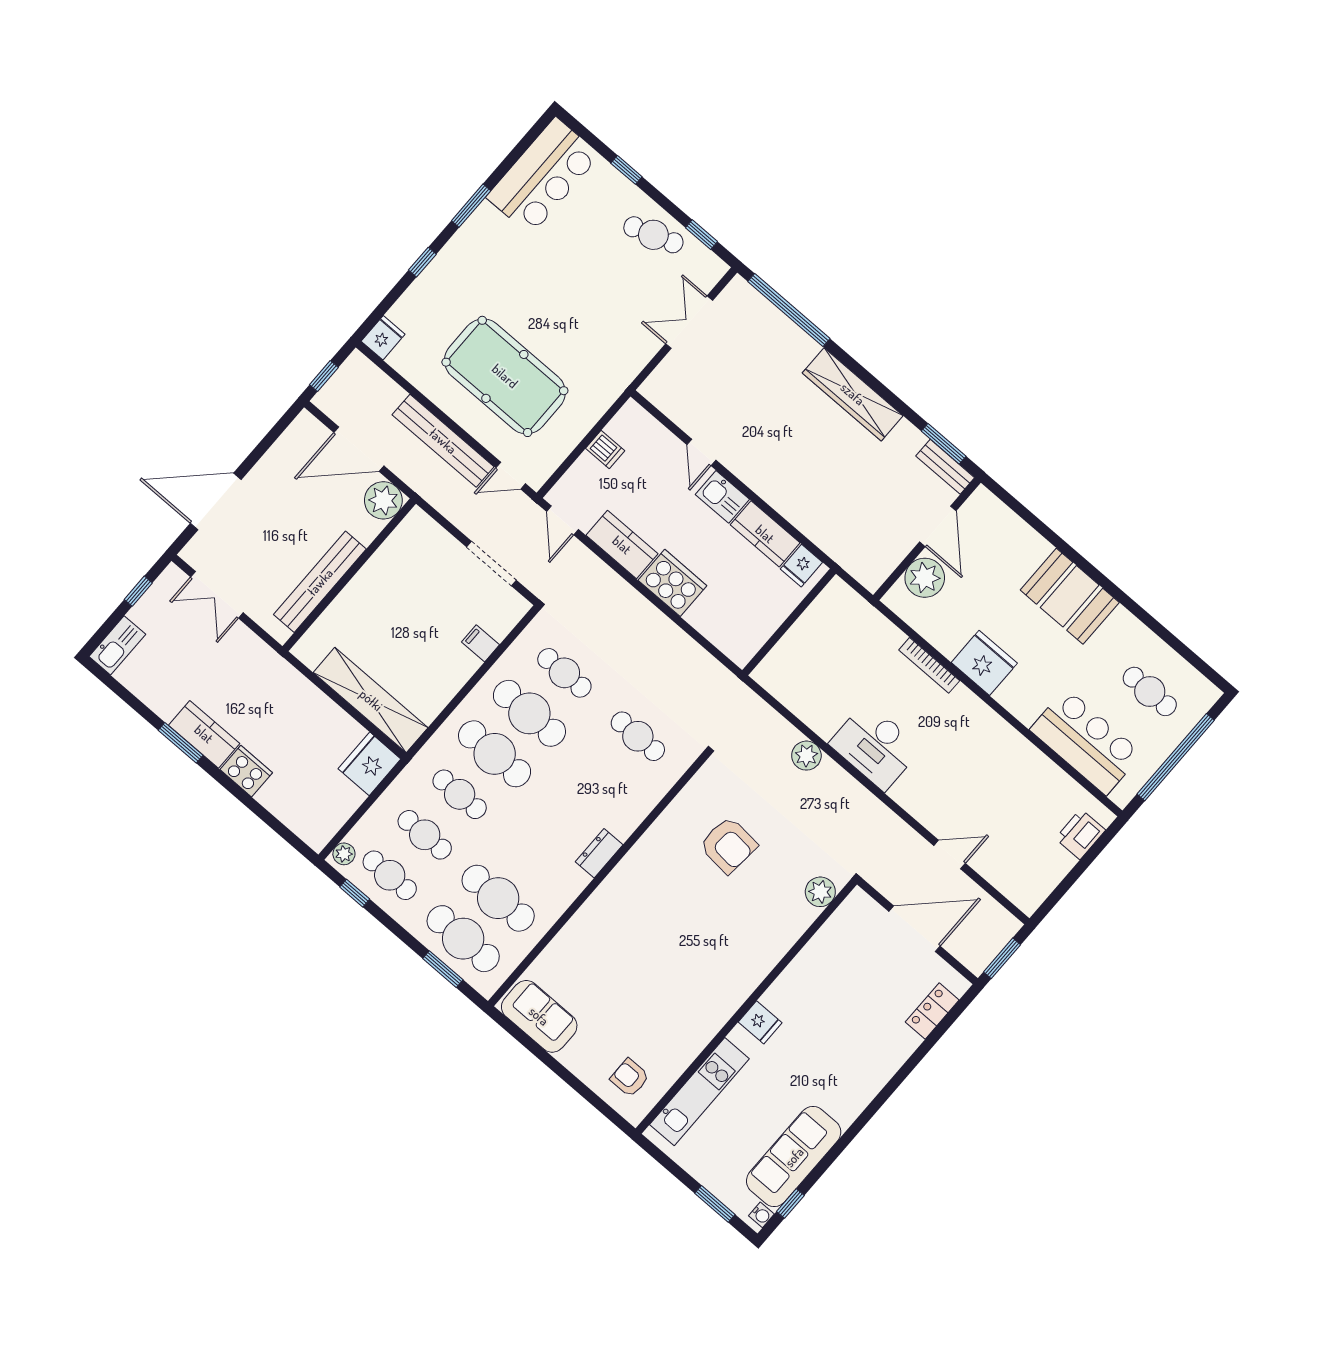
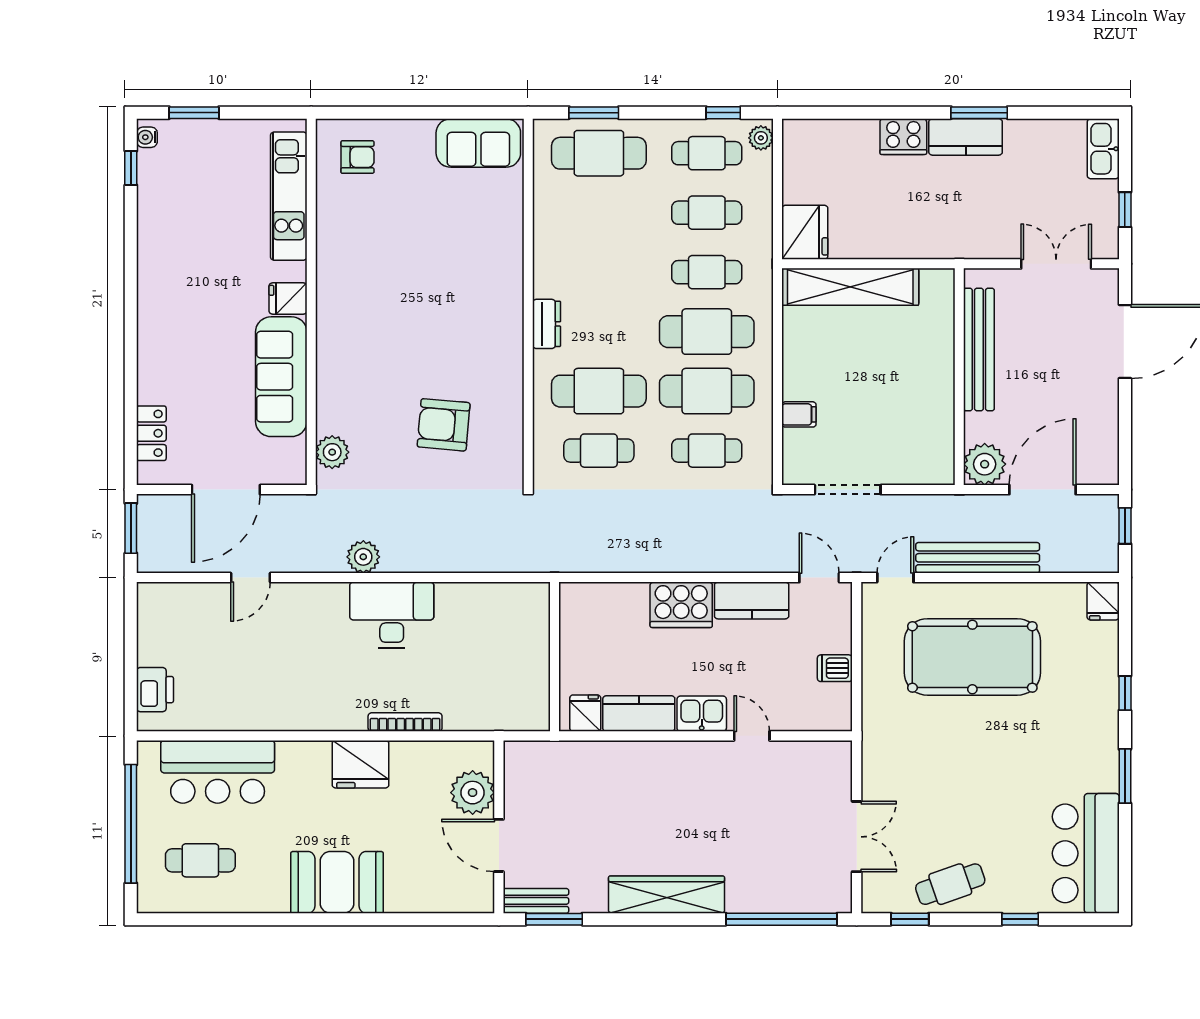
plant: (806, 756) -> (363, 557), moved
cafe table: (498, 898) -> (599, 391), moved
sofa: (794, 1157) -> (281, 377), moved, turned 180

